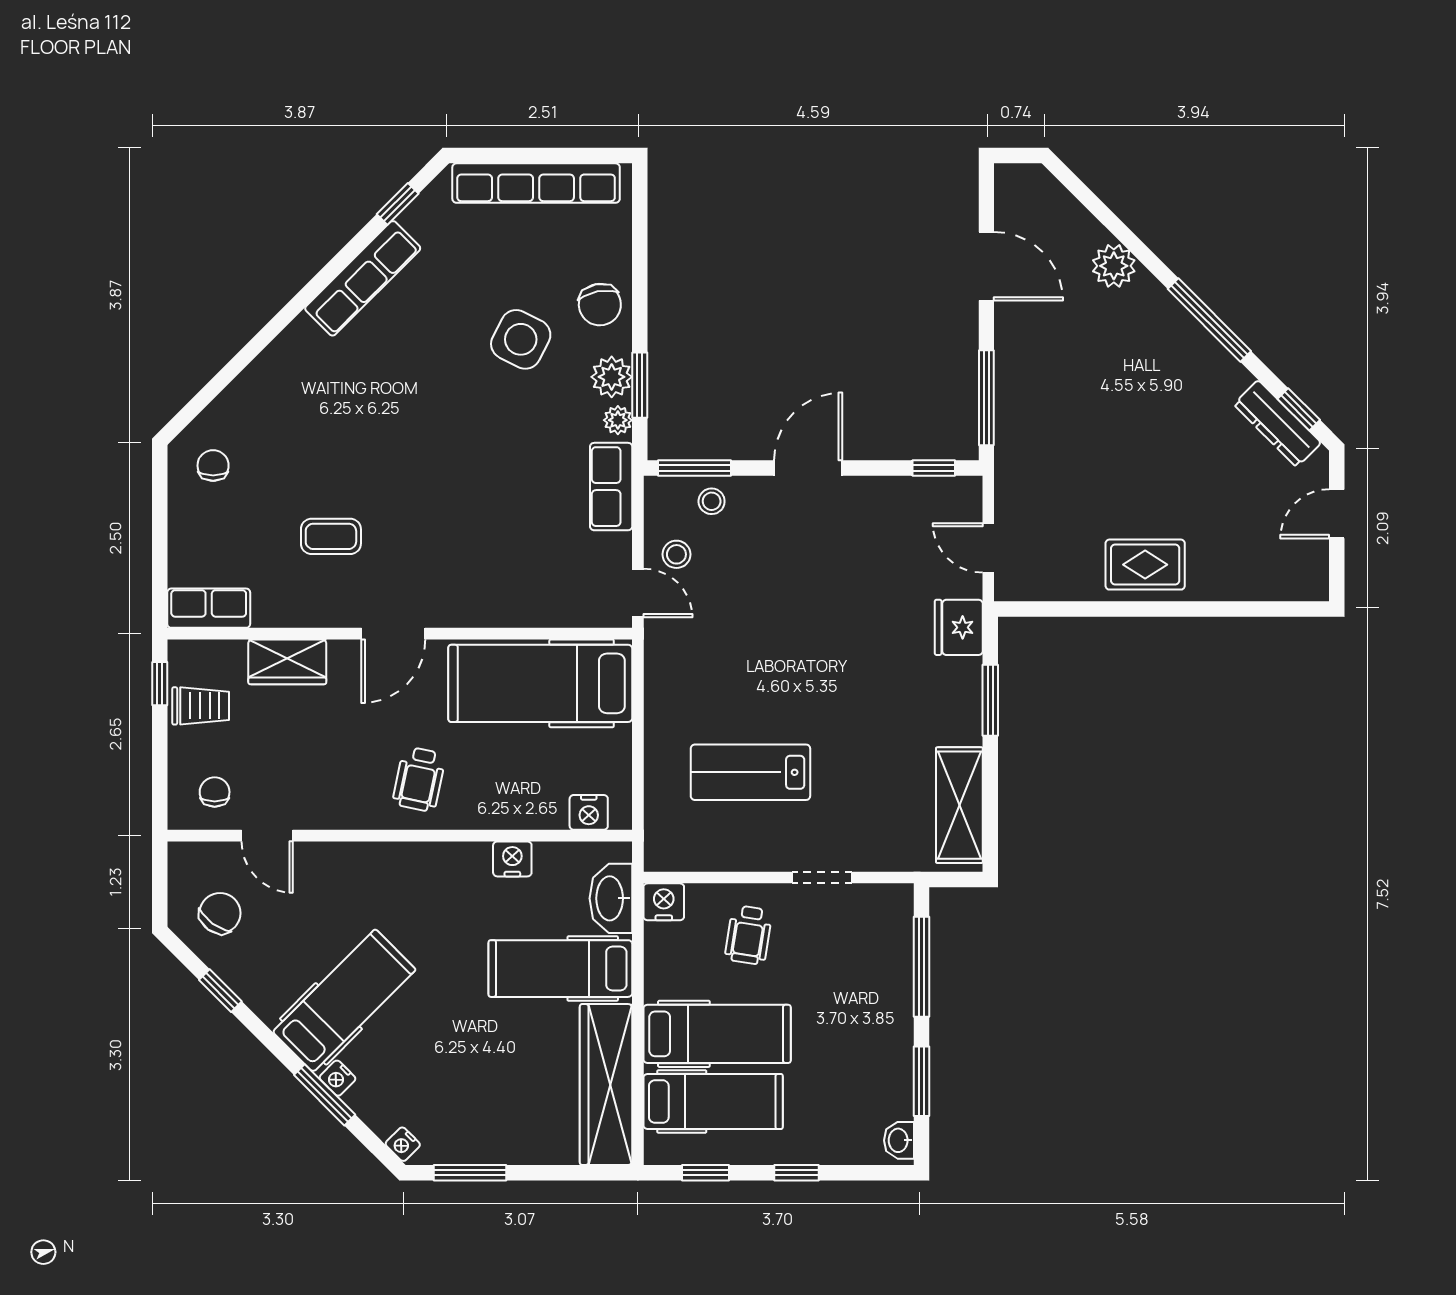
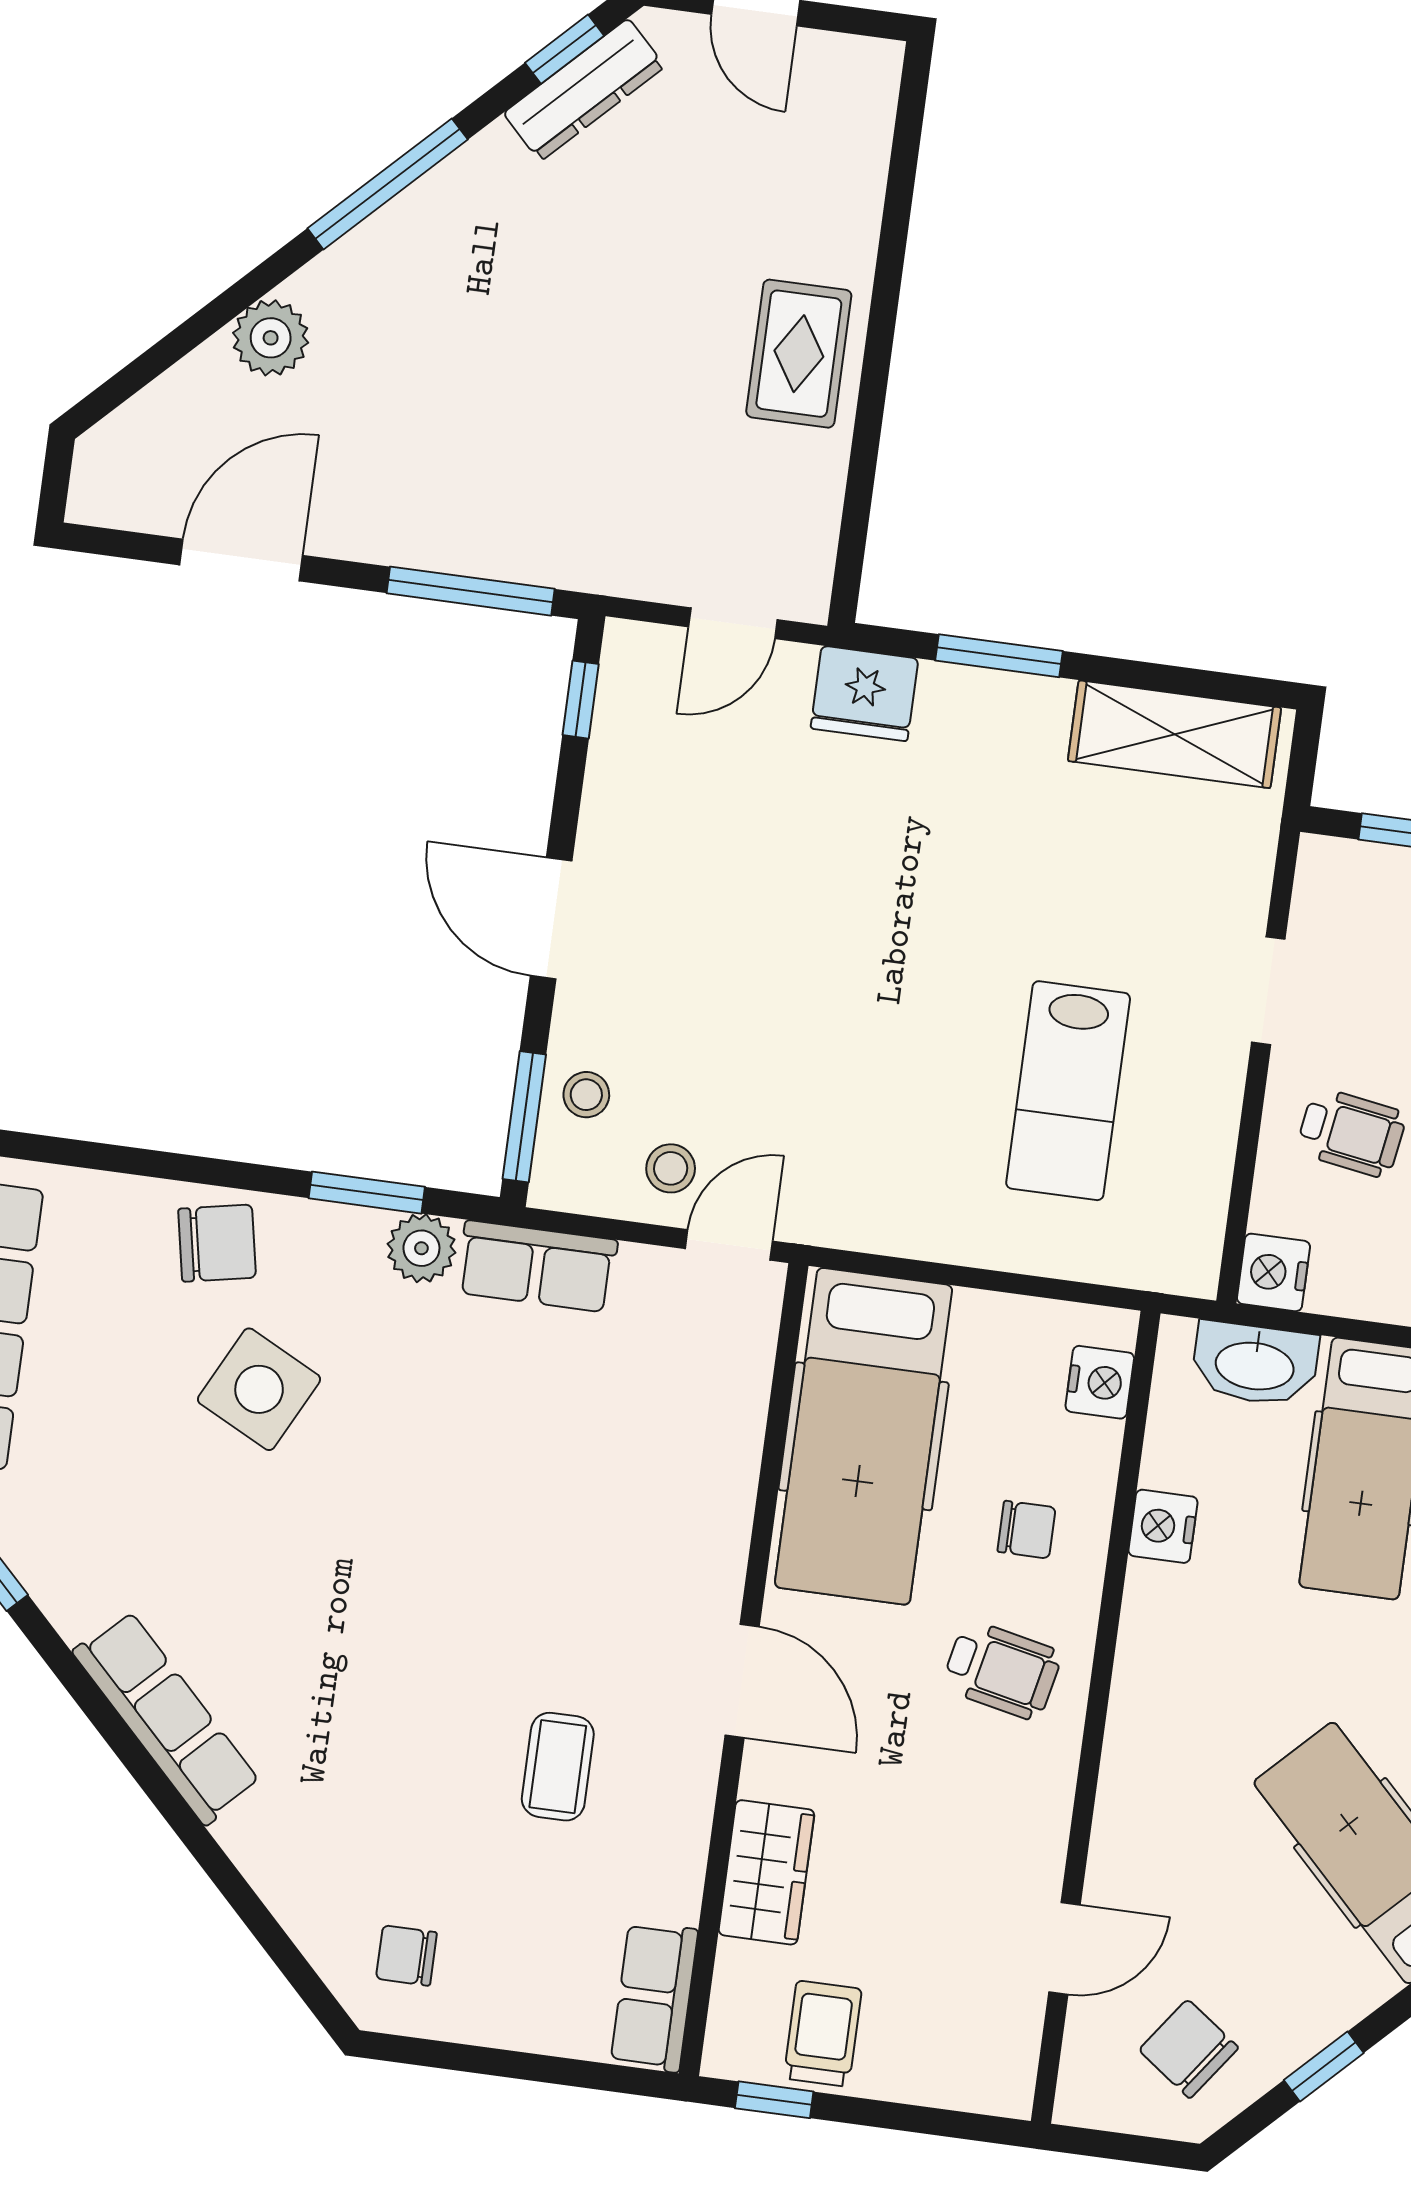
row of seats: (363, 278) -> (167, 1718), moved
plant: (612, 377) -> (346, 1240), removed
plant: (618, 420) -> (421, 1248), width x1.38, depth x1.38
chair: (215, 792) -> (1027, 1530), moved, turned 180

